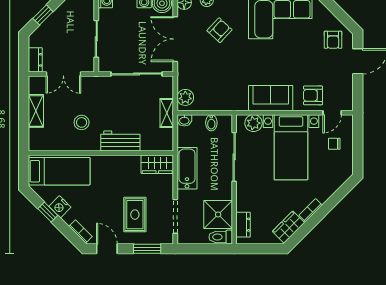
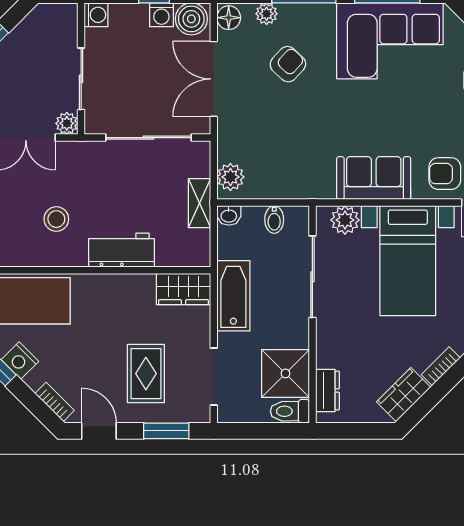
plant: (88, 65) -> (67, 123), added

